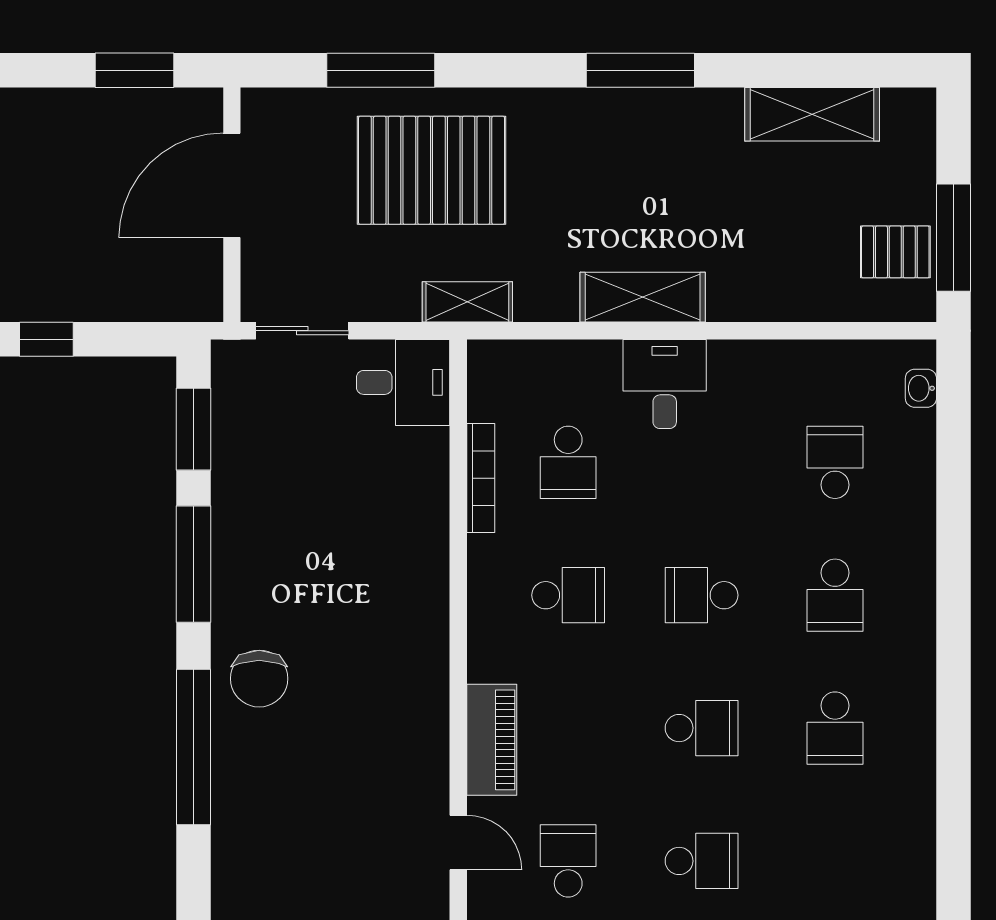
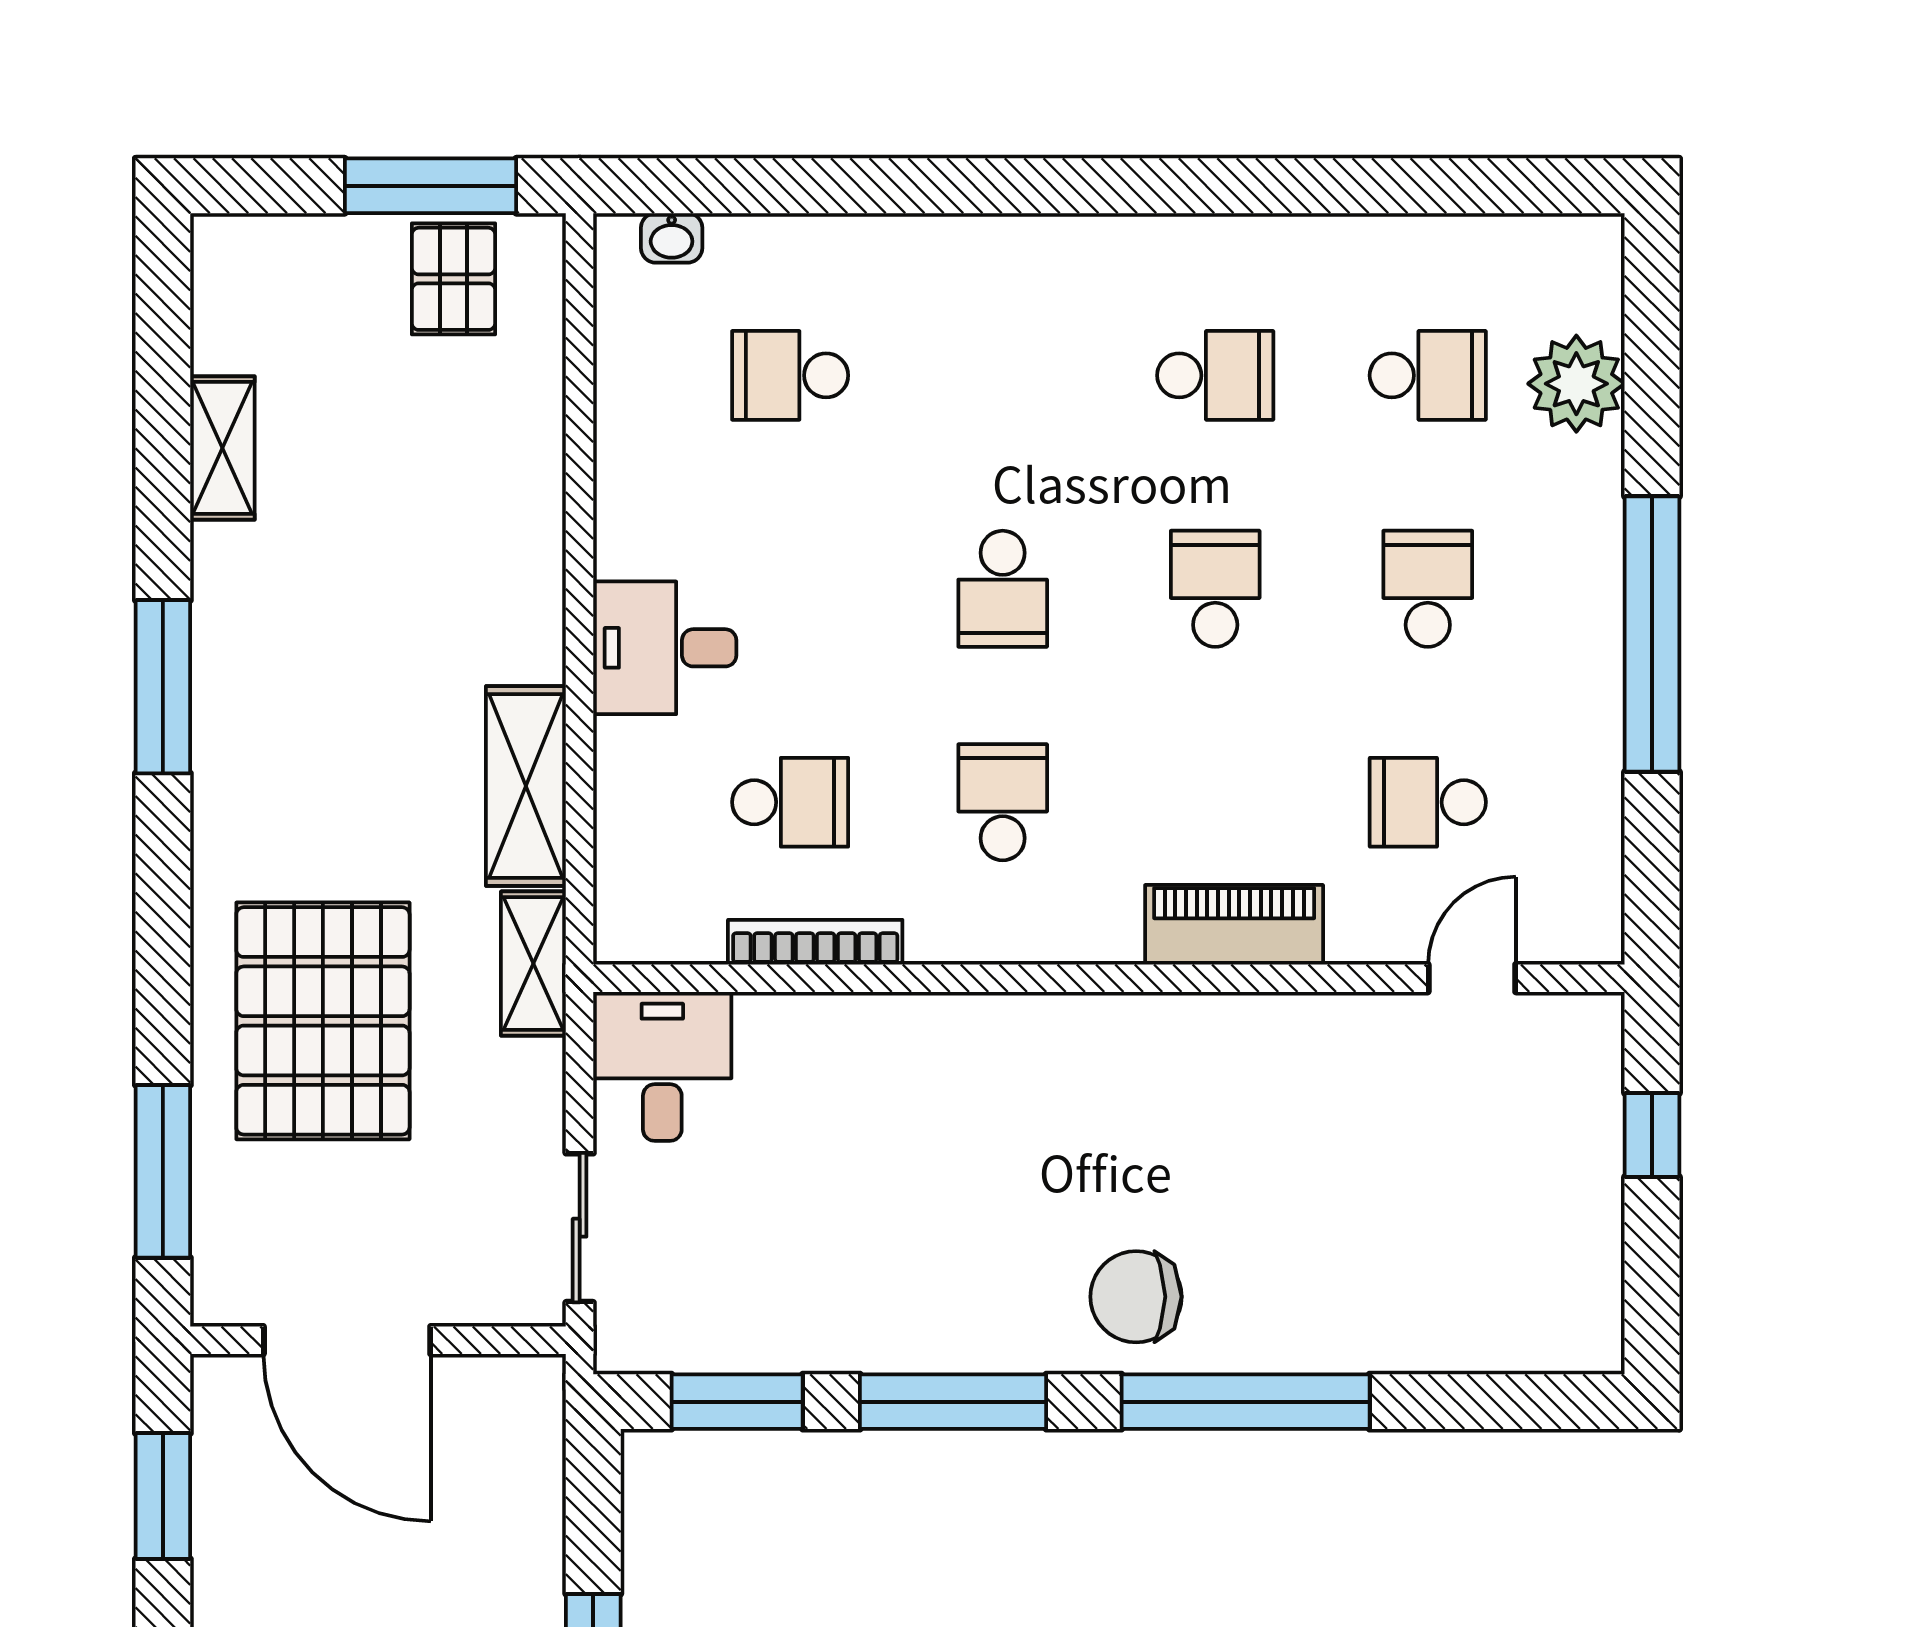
window: (381, 70) -> (163, 1171), moved
shelving: (812, 114) -> (222, 448), width x0.67, depth x0.75
shelving: (643, 297) -> (526, 786), moved
school desk: (835, 595) -> (1428, 375), moved
chair: (259, 679) -> (1136, 1297), turned 180
door: (458, 843) -> (1472, 978), moved

